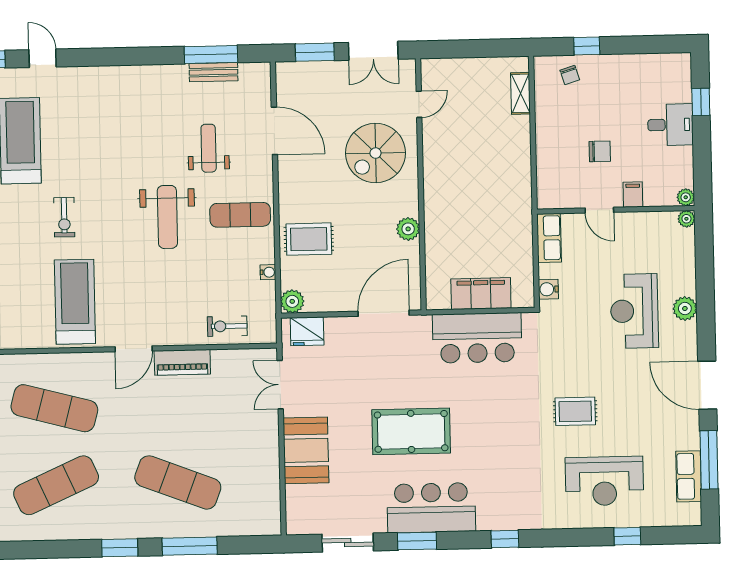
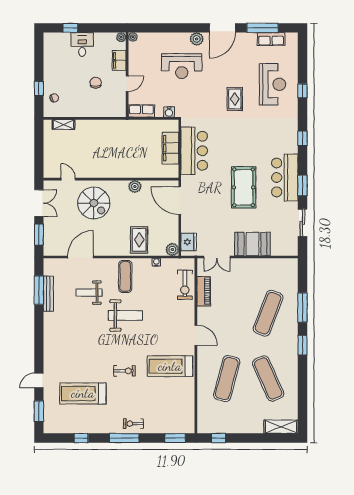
bench: (213, 72) -> (48, 294), width x1.36
filing cabinet: (633, 195) -> (119, 60), width x2.00
plant: (685, 309) -> (197, 39), moved
exercise bike: (227, 326) -> (185, 285), width x1.38, depth x1.39
piano: (182, 362) -> (204, 291), moved
window: (627, 536) -> (302, 91), moved

